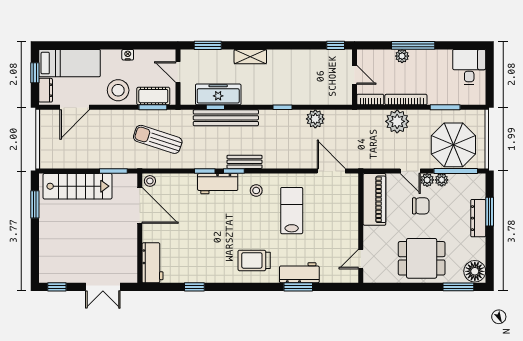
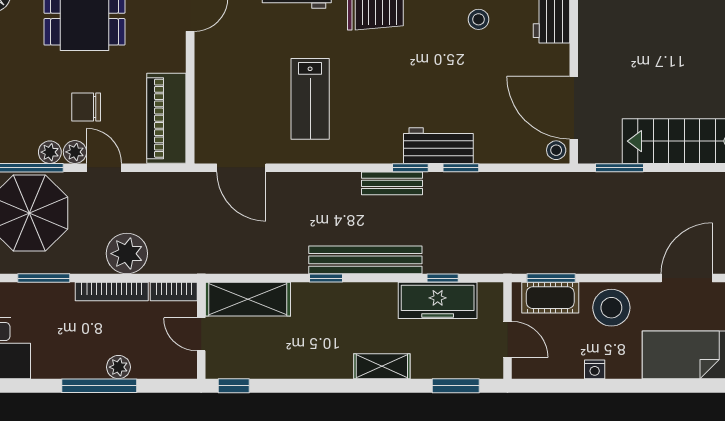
shelving: (328, 95) -> (248, 299), added
bench: (226, 118) -> (365, 260), moved
plant: (315, 119) -> (269, 258), removed
sun lounger: (158, 139) -> (543, 222), removed
stool: (256, 190) -> (479, 19), moved

